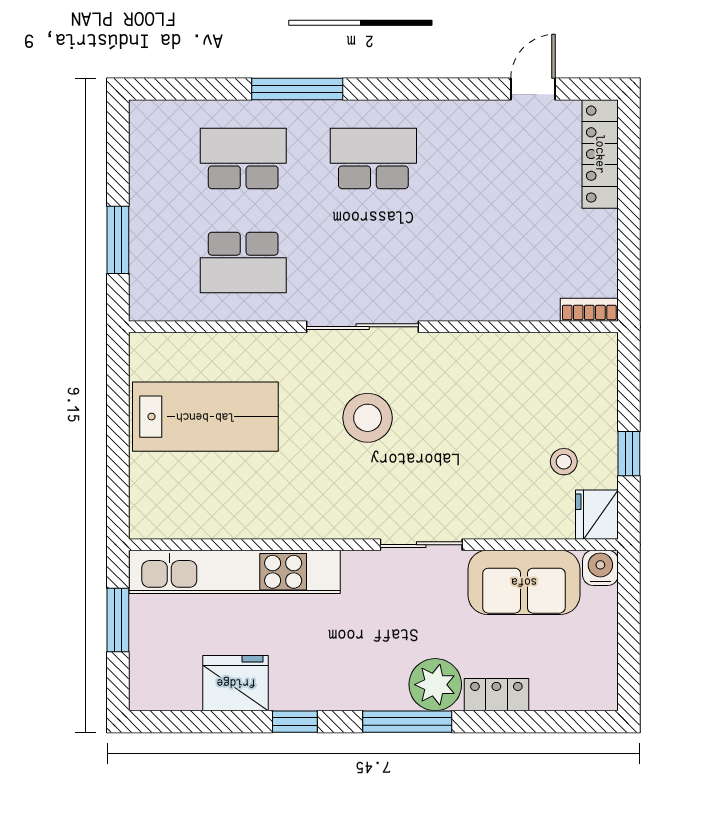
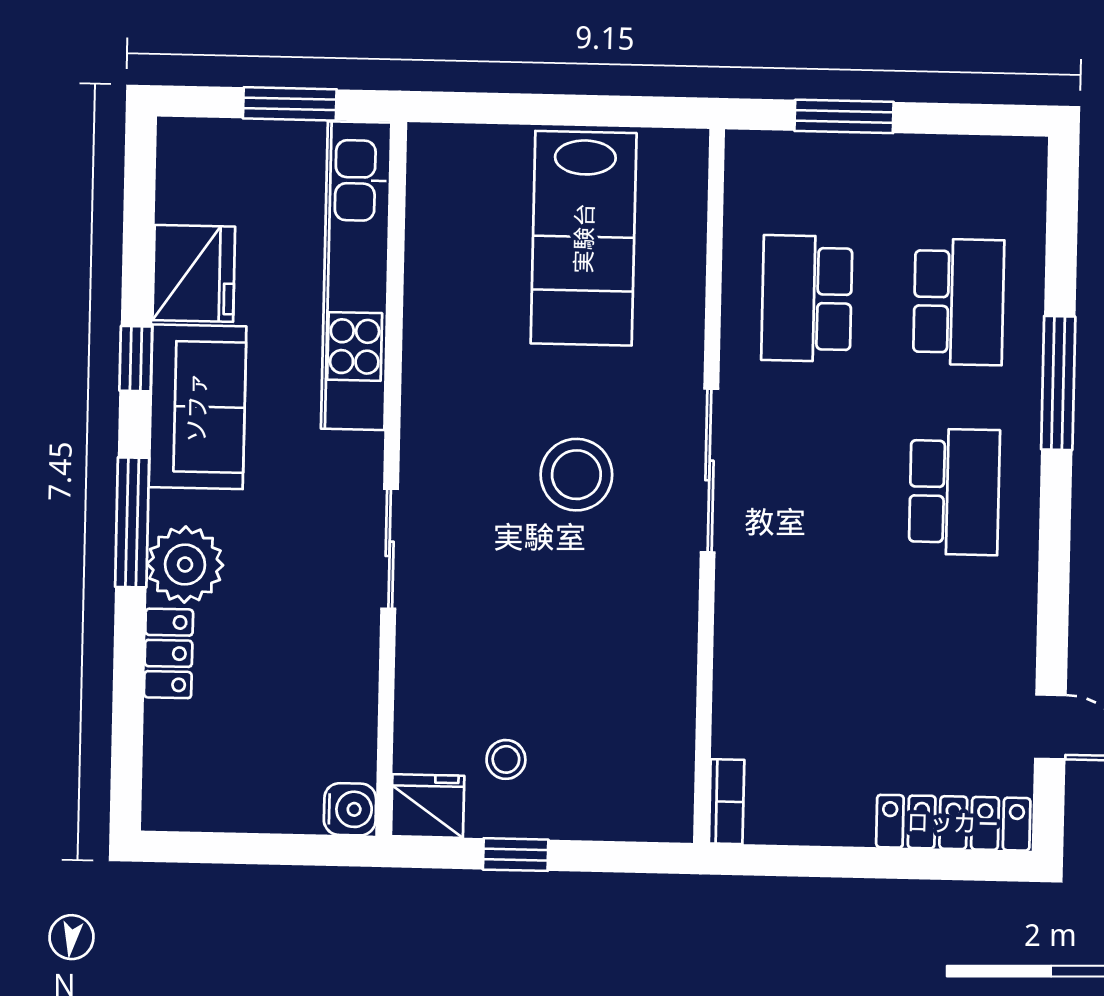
sofa: (524, 582) -> (197, 407), moved, turned 180

